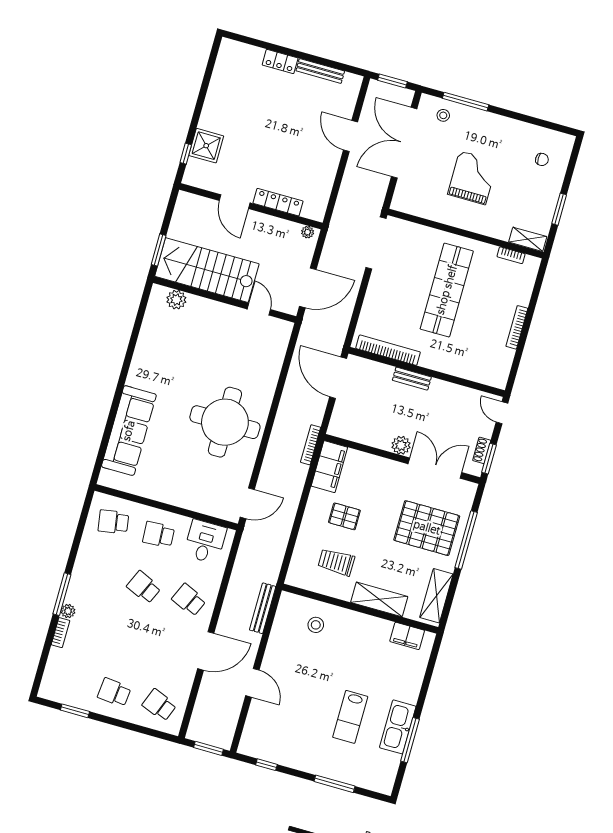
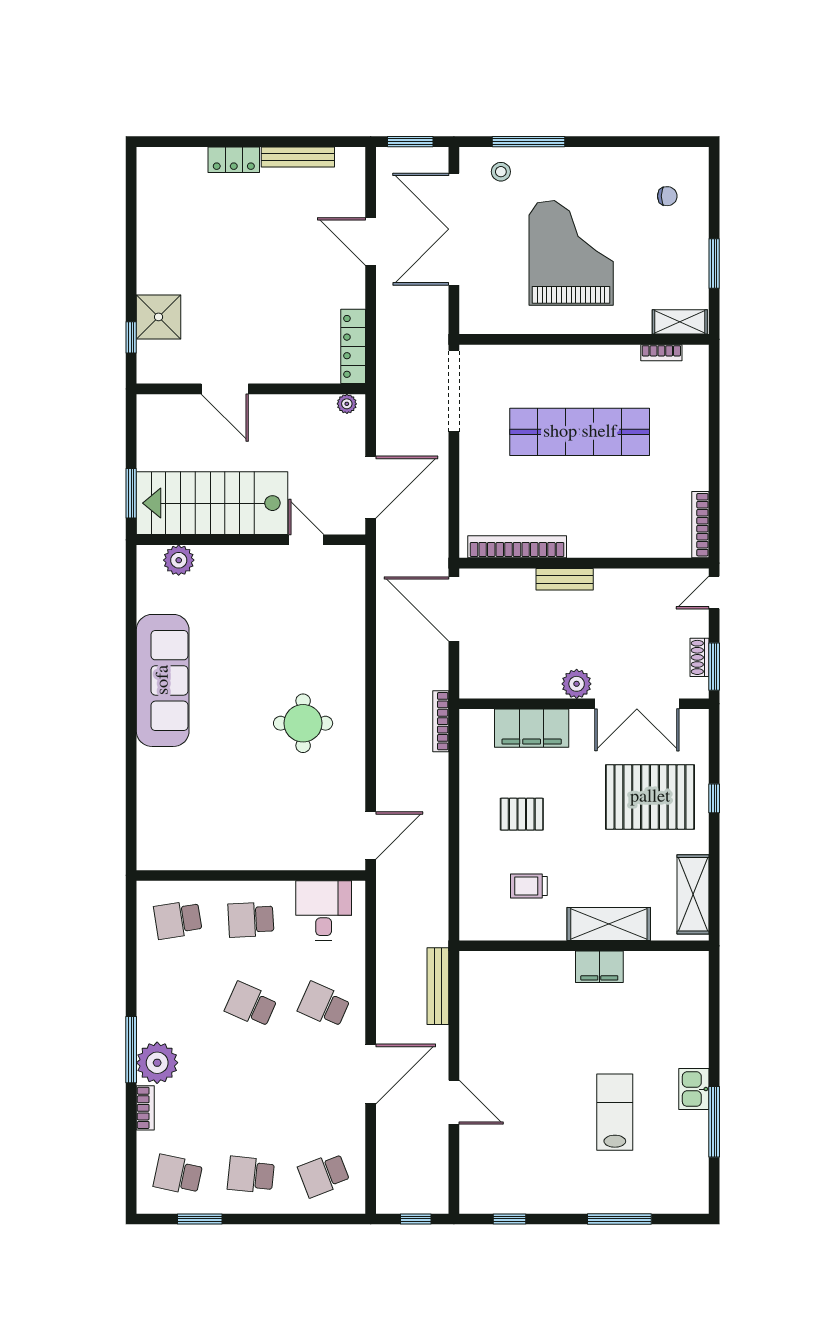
grand piano: (473, 178) -> (571, 253), width x1.37, depth x1.48
locker: (278, 202) -> (353, 346), moved, turned -90
shop shelf: (447, 290) -> (580, 432), turned 90
bookcase: (517, 327) -> (700, 525), moved
door: (502, 413) -> (714, 592), hinge flipped
round table: (225, 422) -> (303, 723), width x0.54, depth x0.54
sofa: (129, 431) -> (163, 680), moved
filing cabinet: (329, 467) -> (532, 728), moved, turned 90
double door: (435, 468) -> (637, 704), swing flipped
window: (466, 540) -> (714, 798), width x0.32
trolley: (336, 562) -> (529, 886), width x0.73, depth x0.72
plant: (68, 611) -> (157, 1063), width x1.87, depth x1.87
stool: (316, 625) -> (524, 989), removed
filing cabinet: (407, 636) -> (599, 967), moved
school desk: (69, 680) -> (178, 1175), added
school desk: (159, 705) -> (324, 1175), turned -42
lab bench: (350, 717) -> (615, 1112), turned 180
kitchen sink: (398, 727) -> (694, 1089), width x0.53, depth x0.81
window: (208, 748) -> (416, 1219), width x0.67

